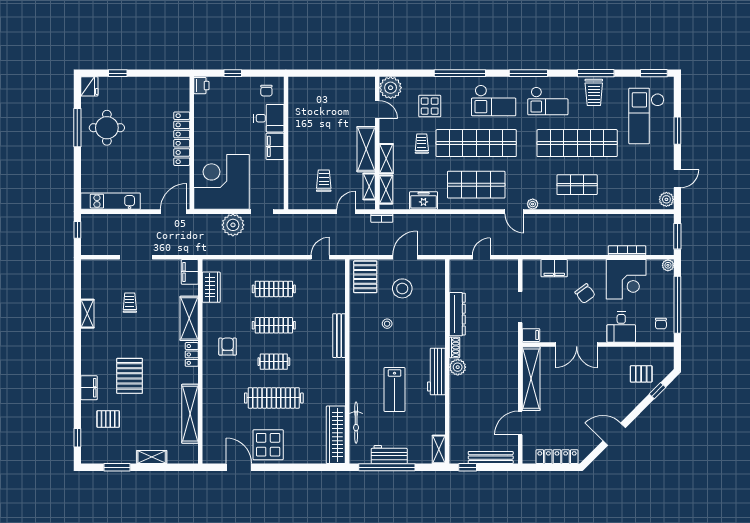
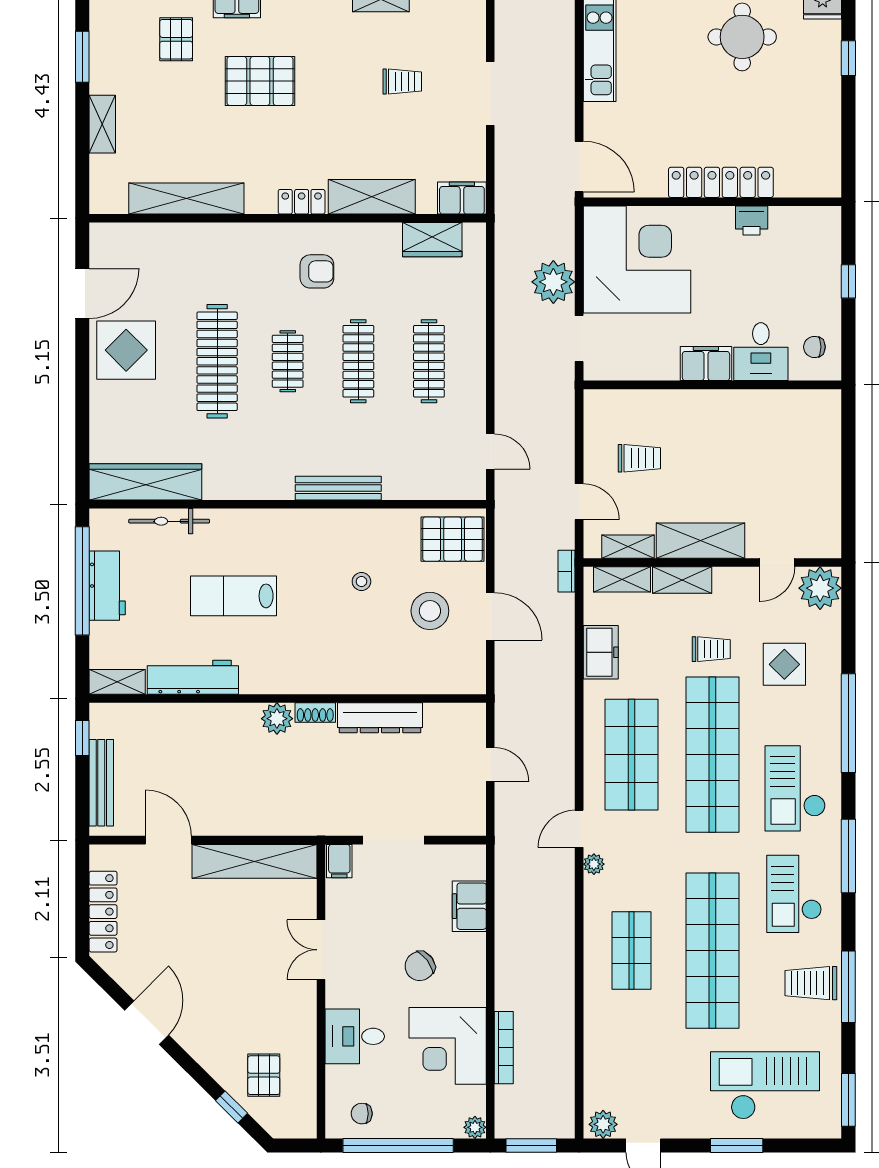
printer: (201, 86) -> (752, 220), moved
double door: (577, 344) -> (321, 950), width x0.73
workbench: (436, 371) -> (193, 677), moved

